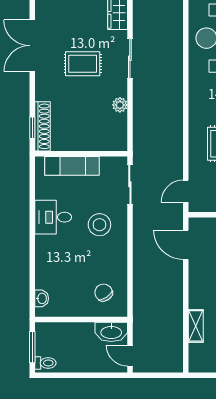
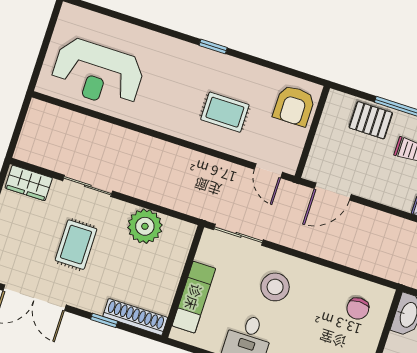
plant: (120, 105) -> (145, 226), width x1.87, depth x1.87
window: (32, 128) -> (104, 320), moved
chair: (104, 293) -> (358, 308), turned -56

